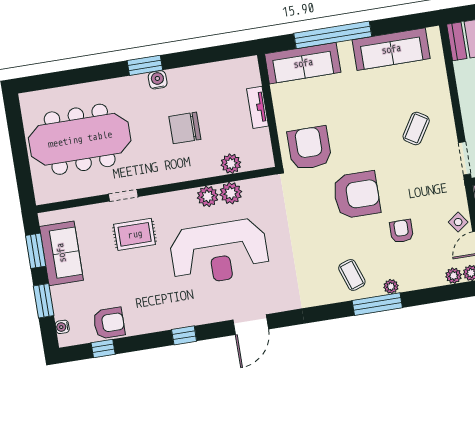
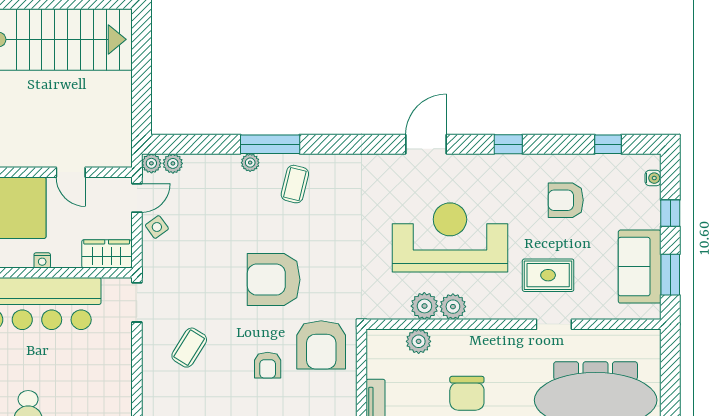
chair: (185, 128) -> (467, 393), turned 90
armchair: (402, 231) -> (268, 365), moved
coffee table: (352, 275) -> (295, 184), turned 33
window: (44, 301) -> (670, 213), width x0.67
armchair: (109, 323) -> (566, 200), moved

